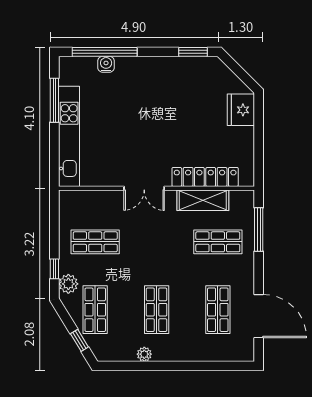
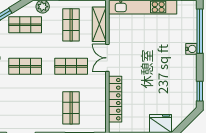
water cooler: (106, 64) -> (191, 49), moved
shelving: (203, 200) -> (99, 24), moved
shop shelf: (218, 310) -> (71, 66), moved

